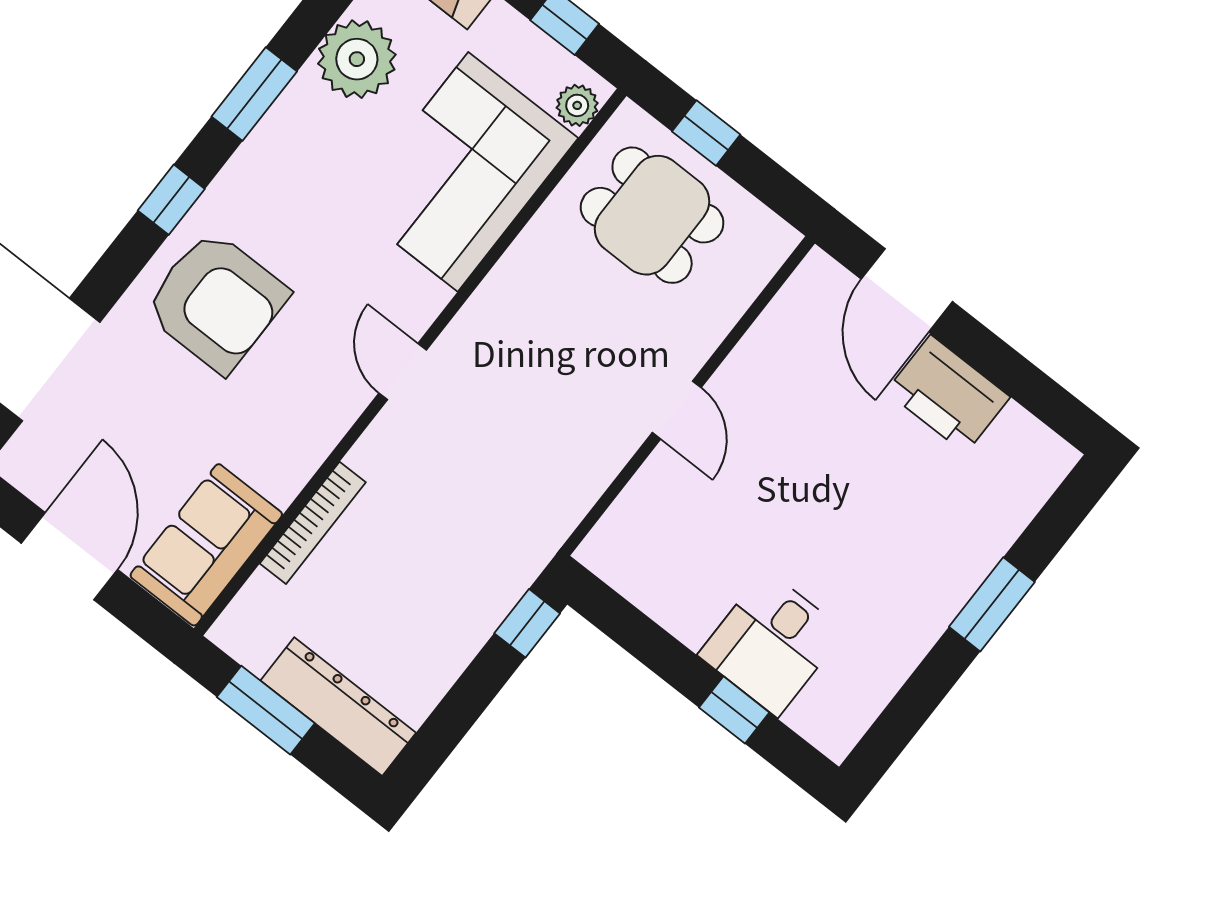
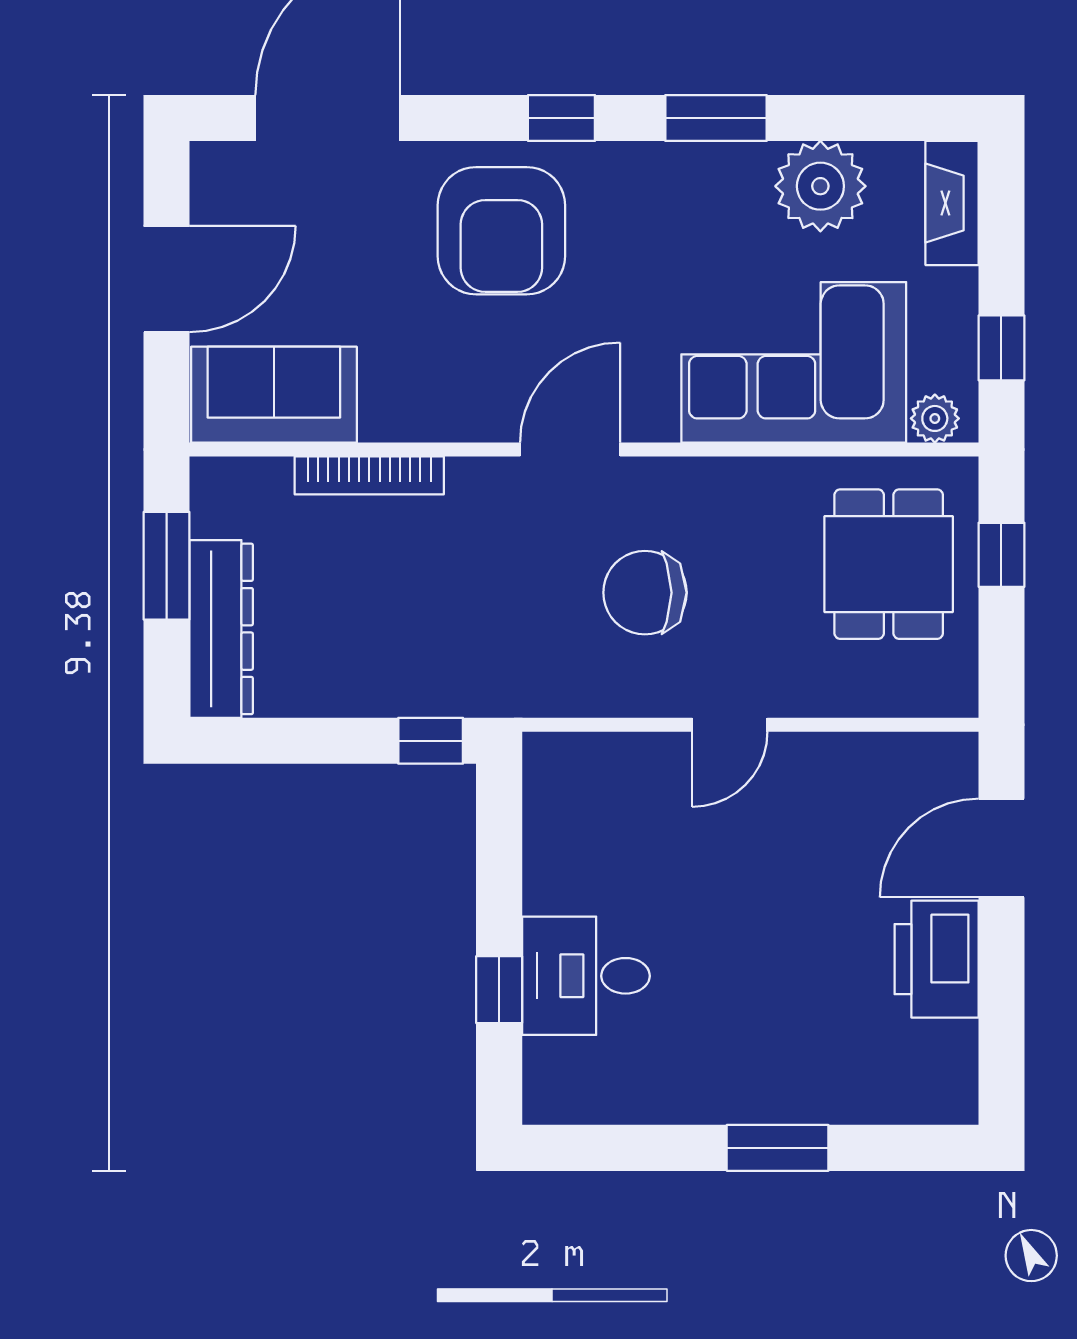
door: (403, 372) -> (570, 449), width x1.38
chair: (541, 397) -> (645, 593), added

